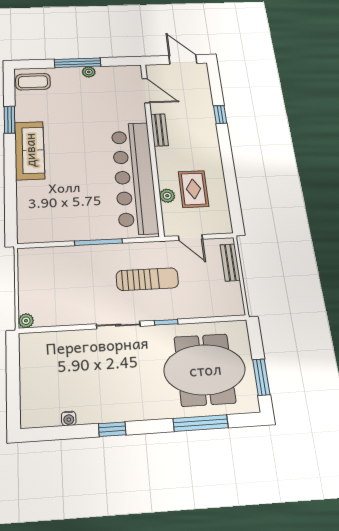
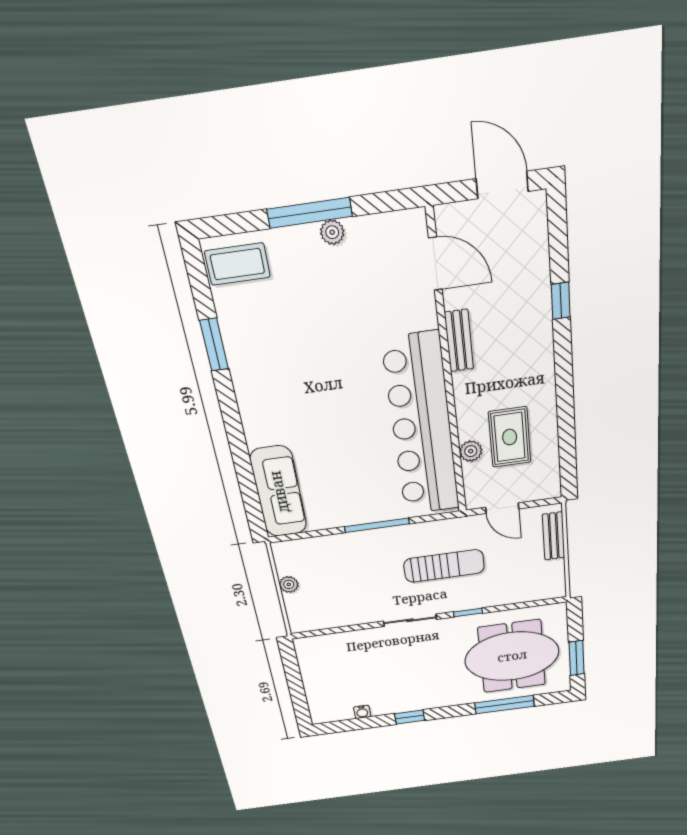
sofa: (30, 150) -> (279, 492), moved
plant: (26, 321) -> (289, 584), moved

